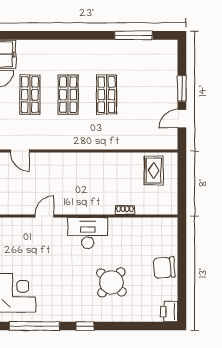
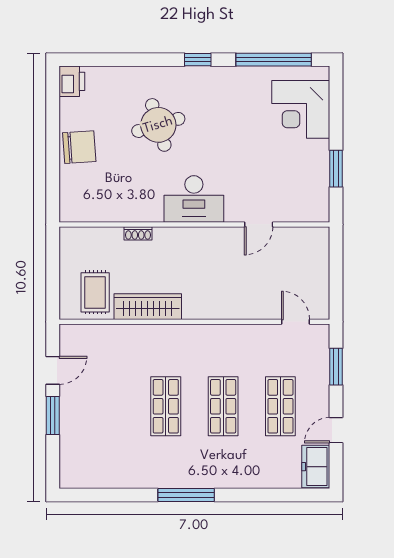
window: (133, 35) -> (186, 495), moved
wardrobe: (118, 161) -> (148, 307), added
round table: (111, 282) -> (158, 125), turned 31

